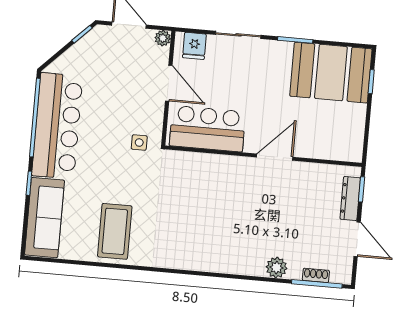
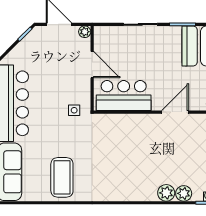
fridge: (194, 46) -> (109, 35), removed
plant: (253, 265) -> (166, 193), added

